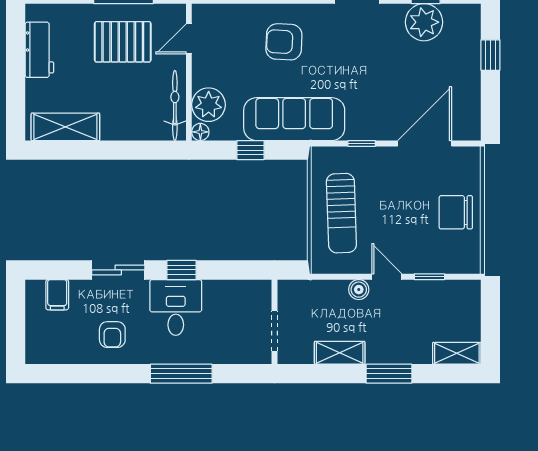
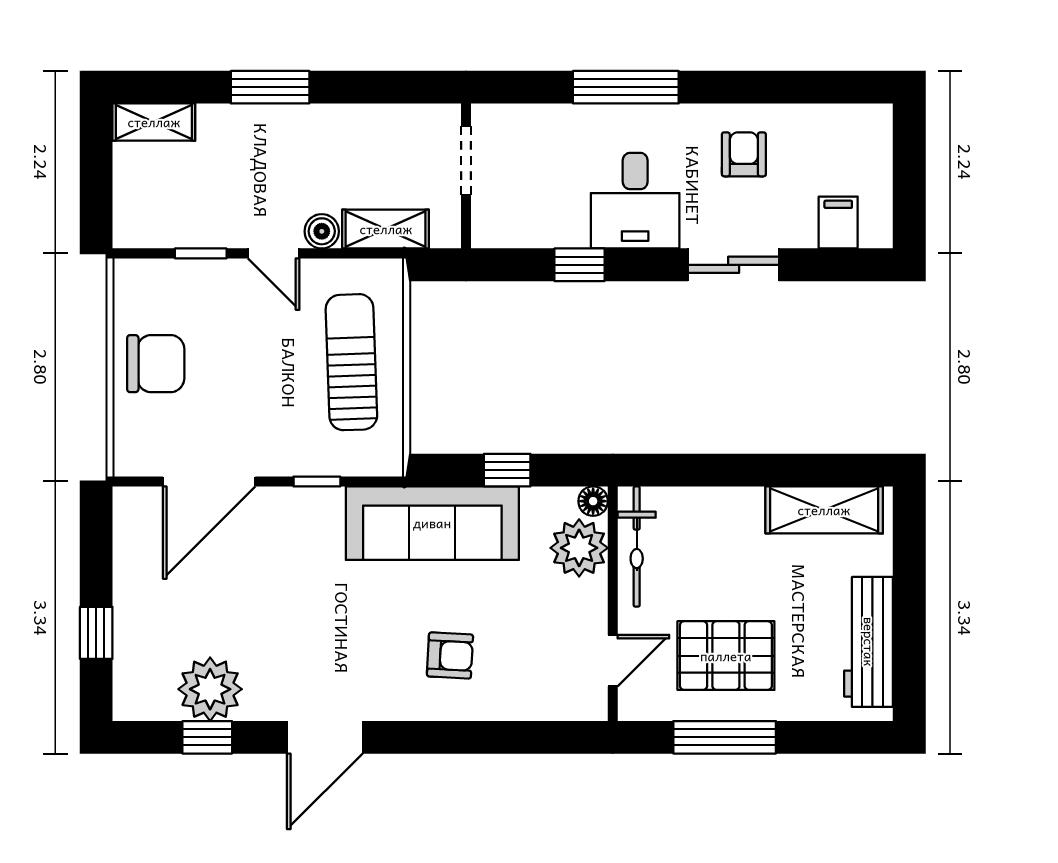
armchair: (284, 42) -> (450, 655), width x0.72, depth x0.72
workbench: (39, 50) -> (869, 642), width x1.38
window: (182, 270) -> (580, 265), moved
shelving: (340, 353) -> (386, 229), moved

